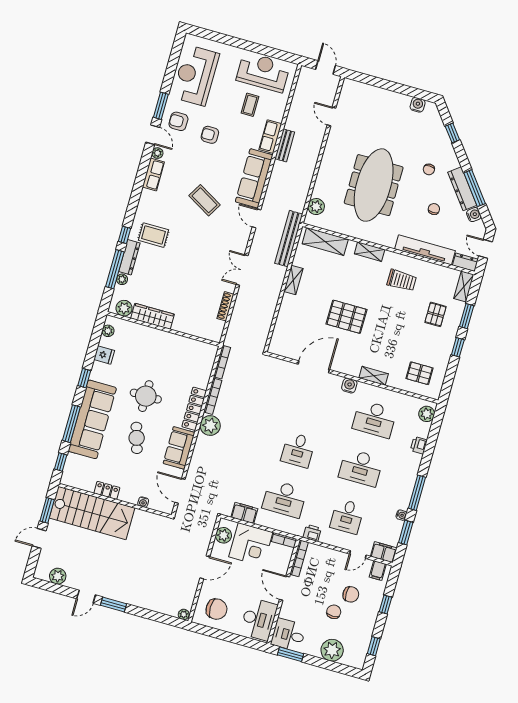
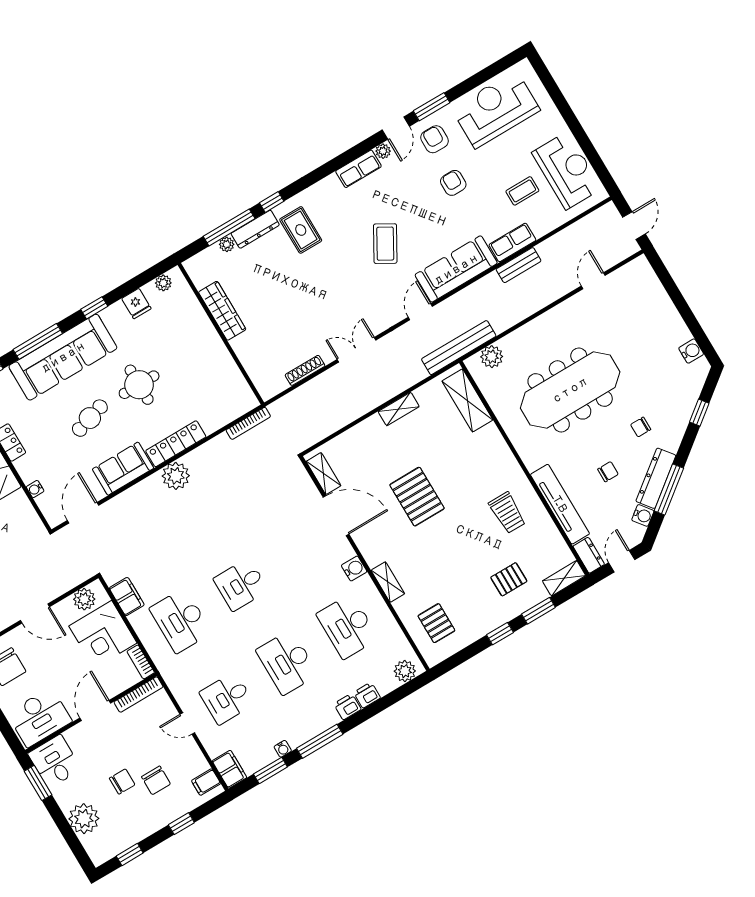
bench: (289, 239) -> (459, 348), moved
shelving: (370, 252) -> (323, 474), moved
plant: (124, 308) -> (201, 275), removed
bookcase: (213, 396) -> (206, 449), removed
printer: (312, 533) -> (347, 707), moved, turned -90
door: (358, 555) -> (187, 723), moved

